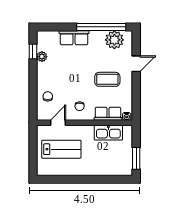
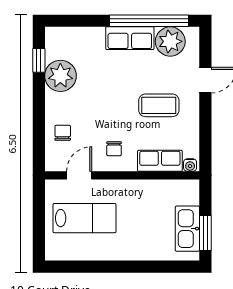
row of seats: (74, 38) -> (130, 38), moved
plant: (42, 57) -> (60, 76), width x1.87, depth x1.87
kitchen sink: (108, 133) -> (187, 229), moved, turned 90

